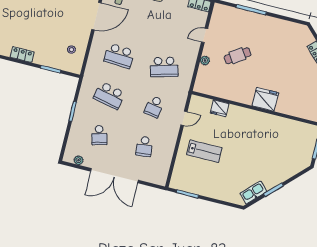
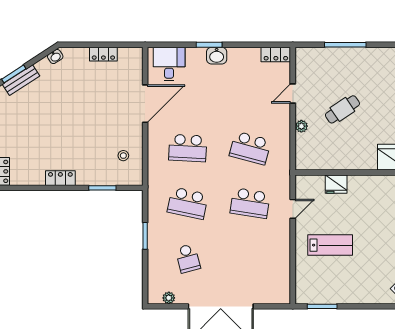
school desk: (164, 67) -> (250, 148), turned 30
school desk: (154, 107) -> (250, 203), width x1.85
school desk: (144, 146) -> (250, 258), removed

